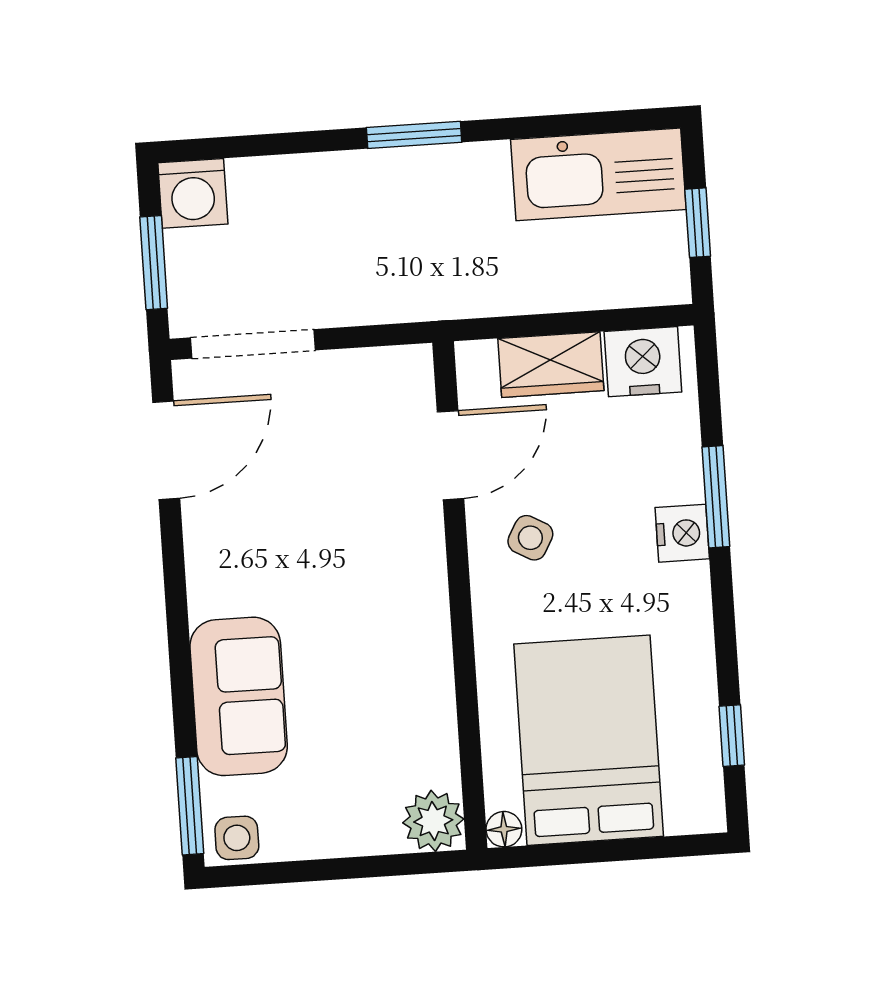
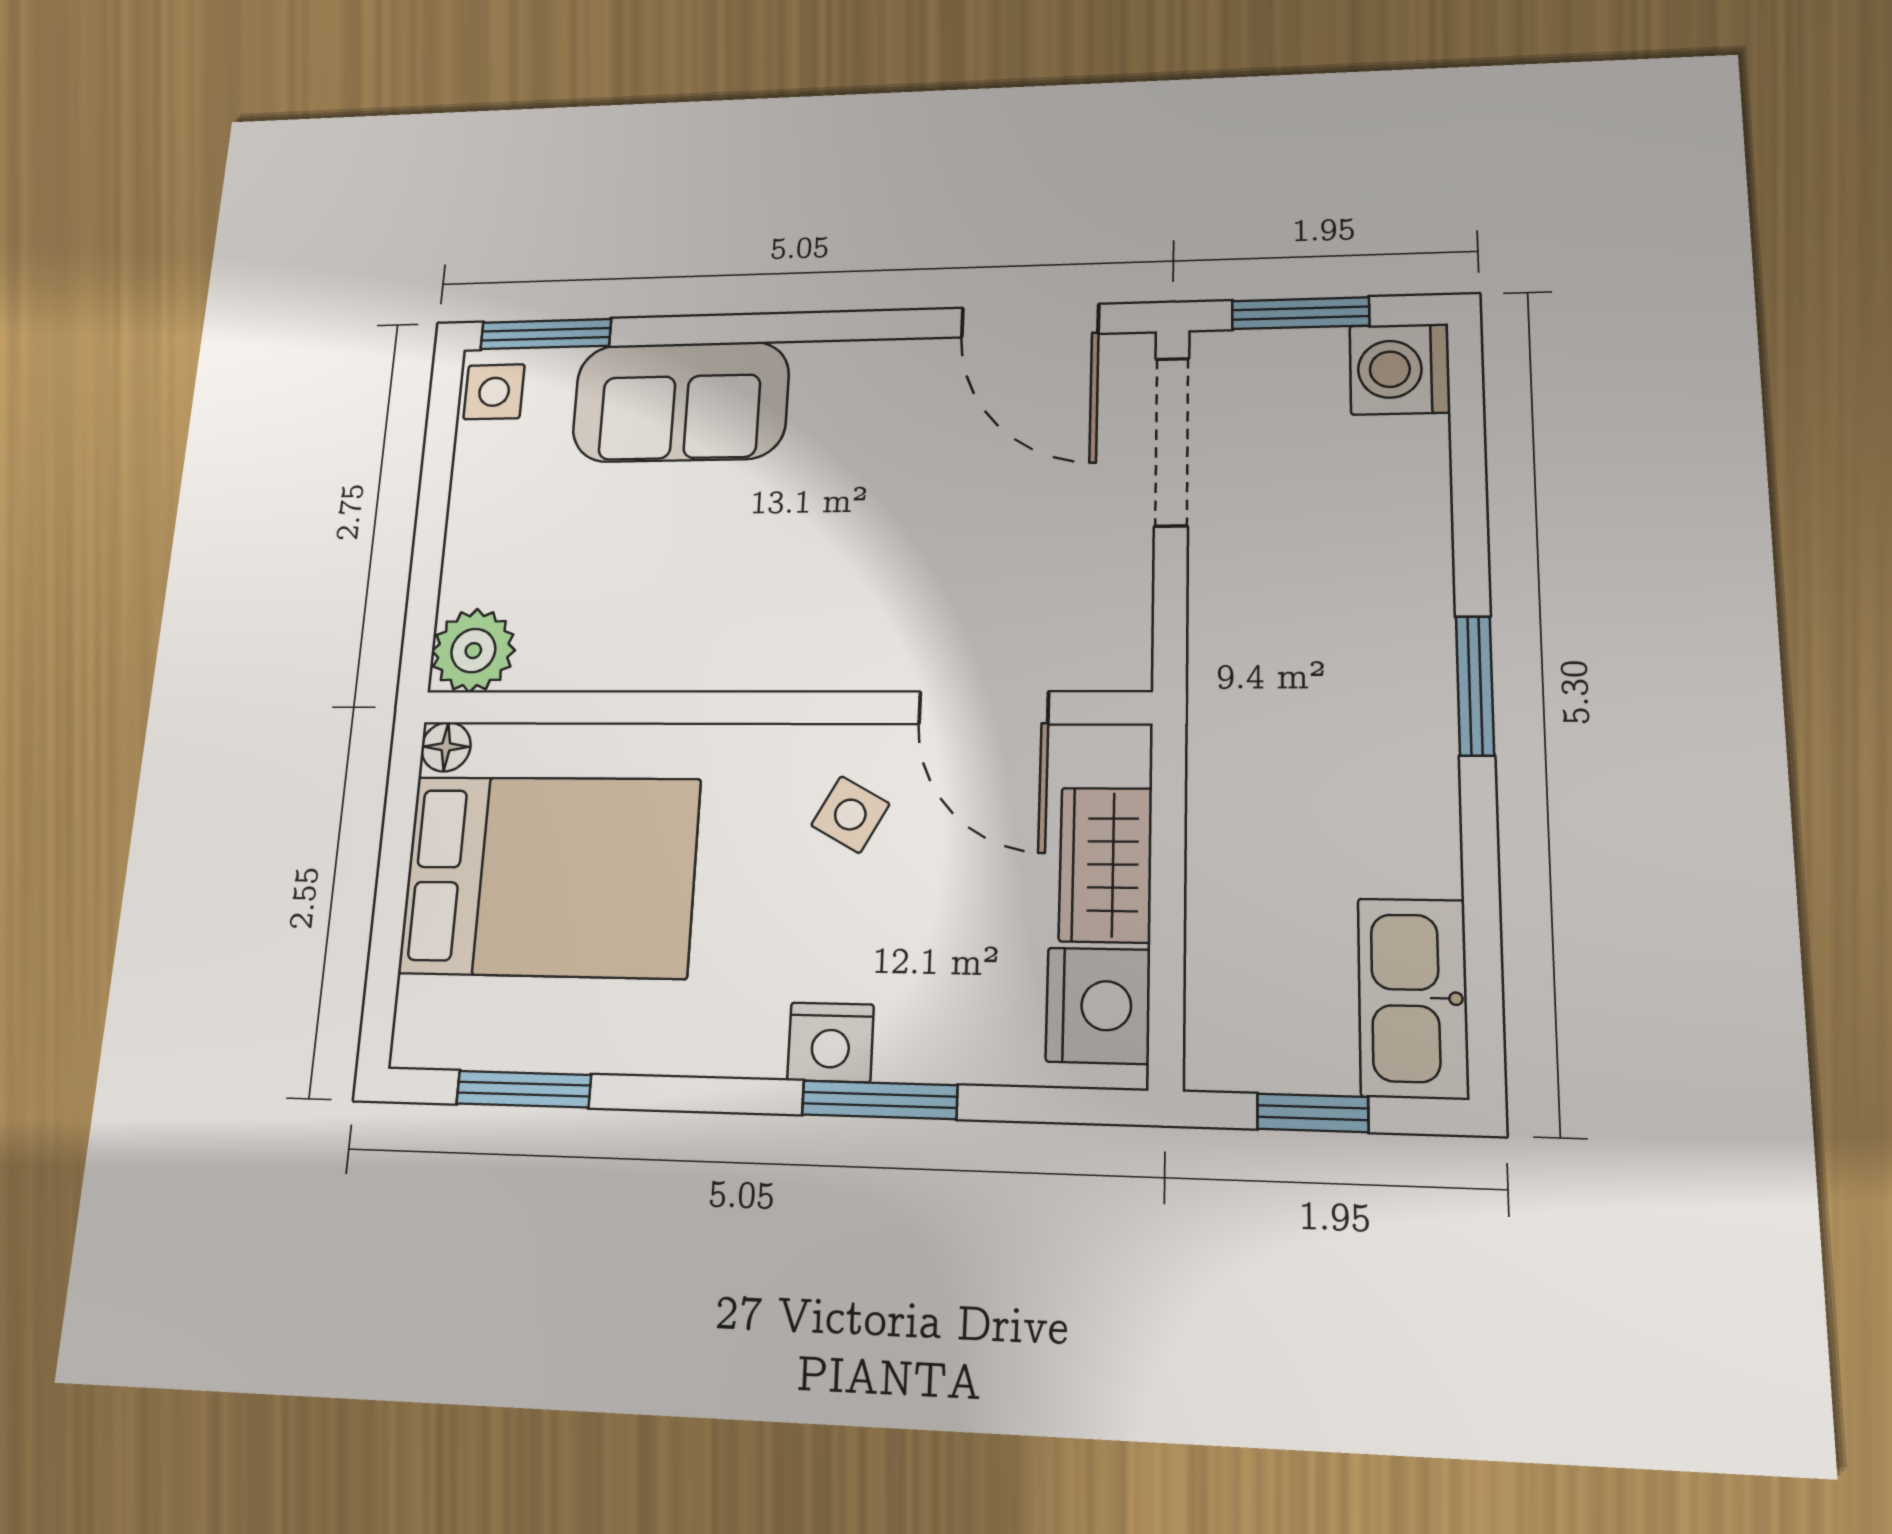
kitchen sink: (598, 174) -> (1413, 998), width x0.73, depth x0.81
window: (732, 736) -> (524, 1089), width x1.50

